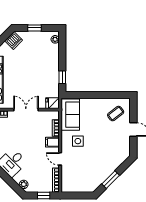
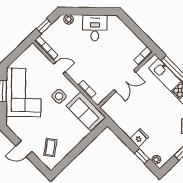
window: (62, 77) -> (142, 156), moved
fridge: (52, 103) -> (139, 138), moved
filing cabinet: (52, 142) -> (78, 75), removed
corner sofa: (98, 166) -> (24, 93), added

